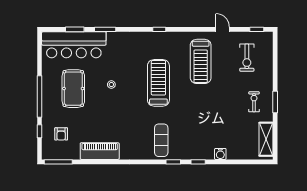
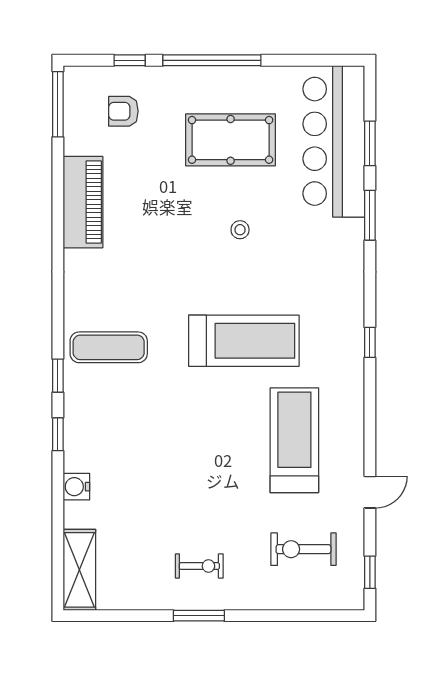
treadmill: (201, 61) -> (294, 440), turned 90
shelving: (266, 139) -> (79, 570), moved, turned 90

